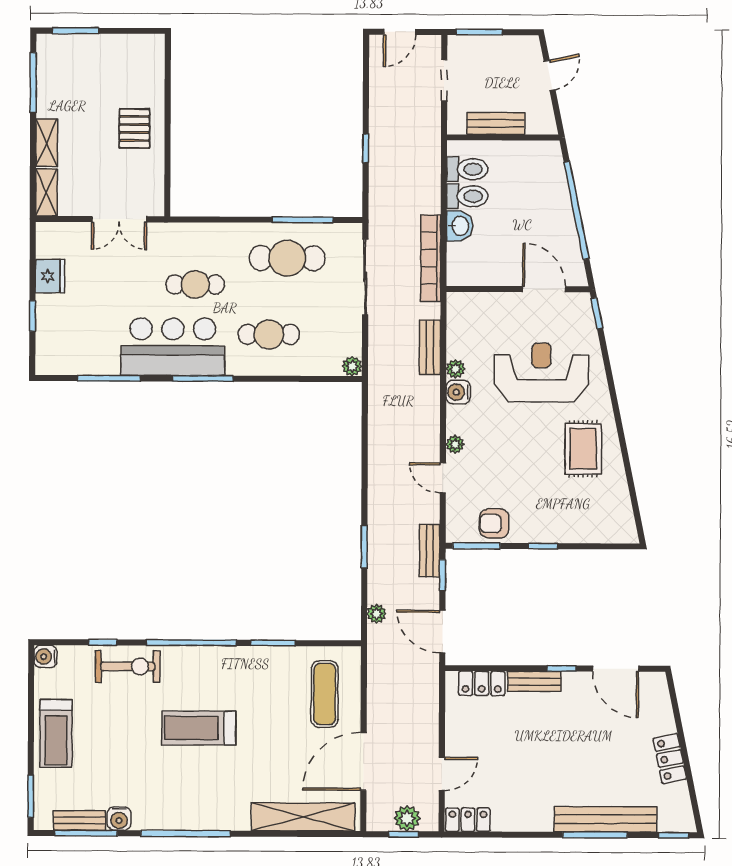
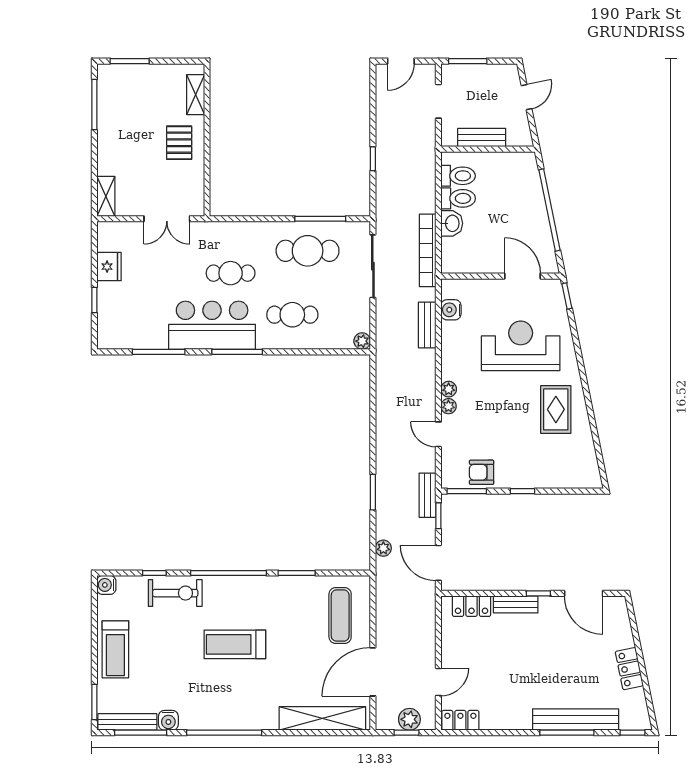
shelving: (47, 143) -> (196, 95), moved
plant: (455, 369) -> (449, 389), moved
water cooler: (458, 392) -> (451, 310), moved
bench: (79, 820) -> (127, 722), width x1.36

